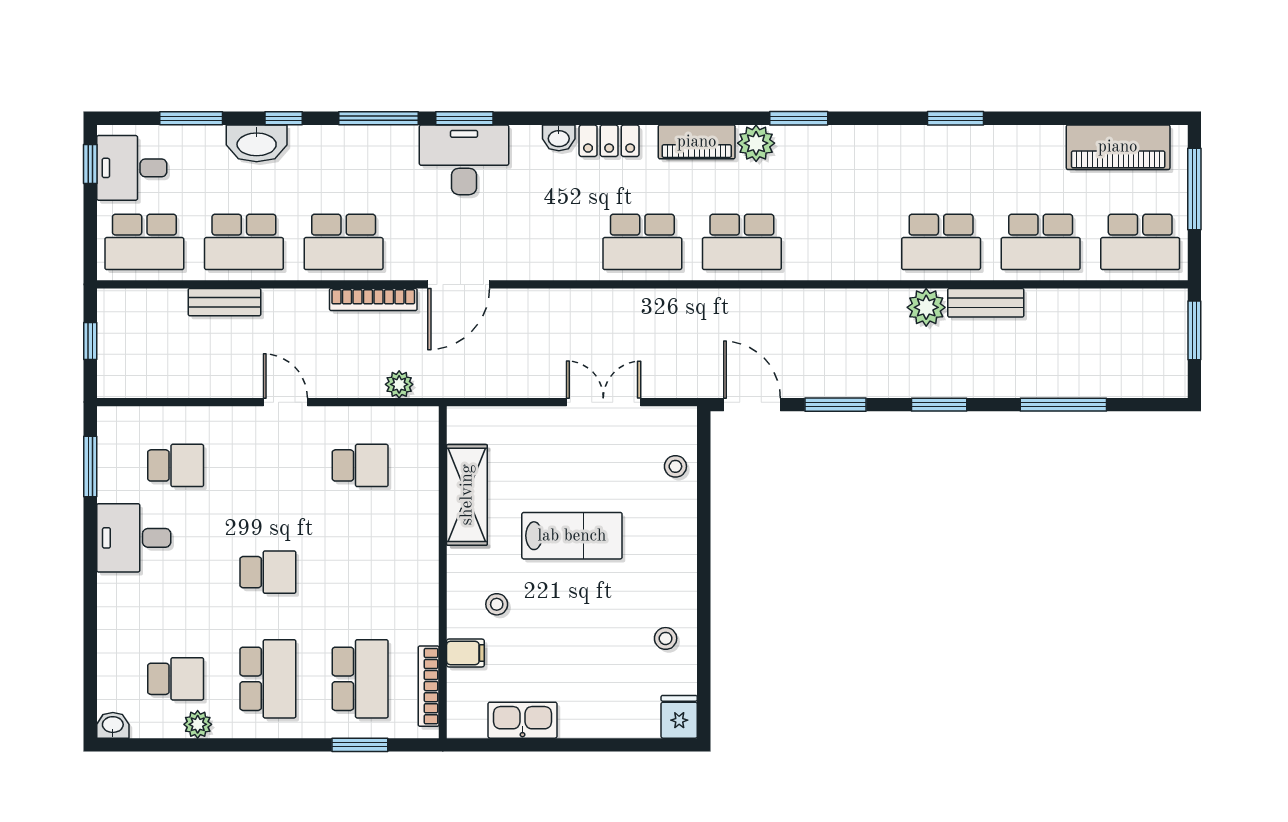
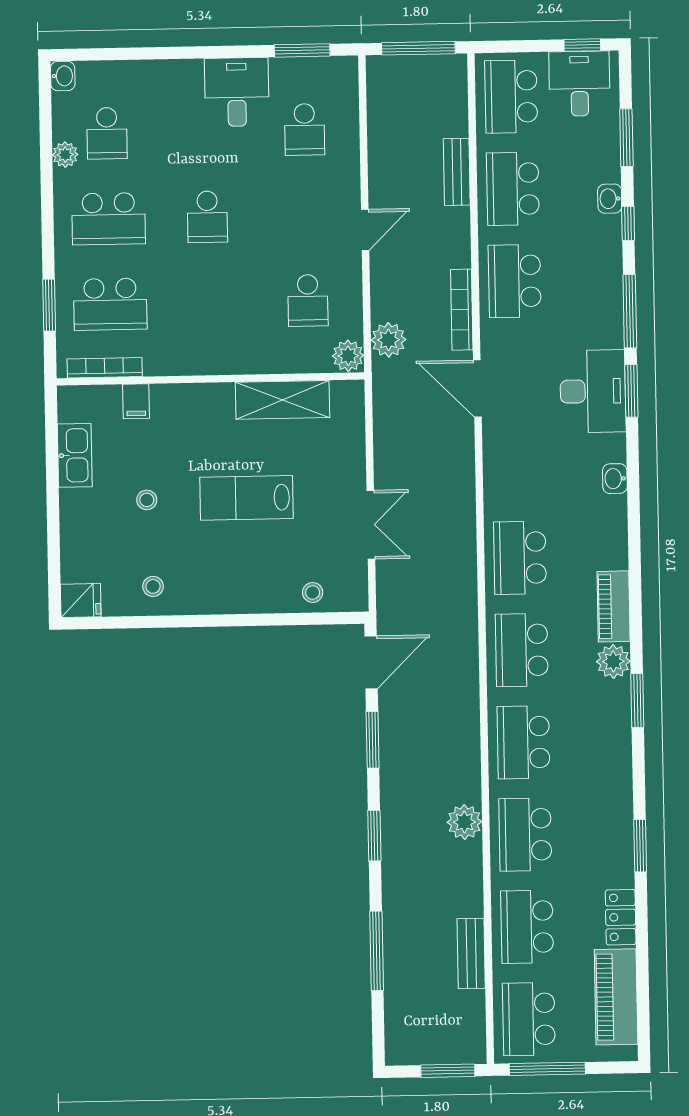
locker: (609, 141) -> (621, 917), moved
washbasin: (257, 143) -> (610, 199), width x0.52, depth x0.69
window: (1194, 189) -> (547, 1069), moved
school desk: (841, 242) -> (524, 742), added
bench: (986, 303) -> (471, 954), moved
window: (90, 341) -> (418, 48), width x2.17
plant: (399, 384) -> (388, 340), width x1.38, depth x1.38
plant: (421, 423) -> (348, 356), added
lab bench: (572, 536) -> (247, 498), turned 90
stool: (497, 604) -> (147, 500), moved

